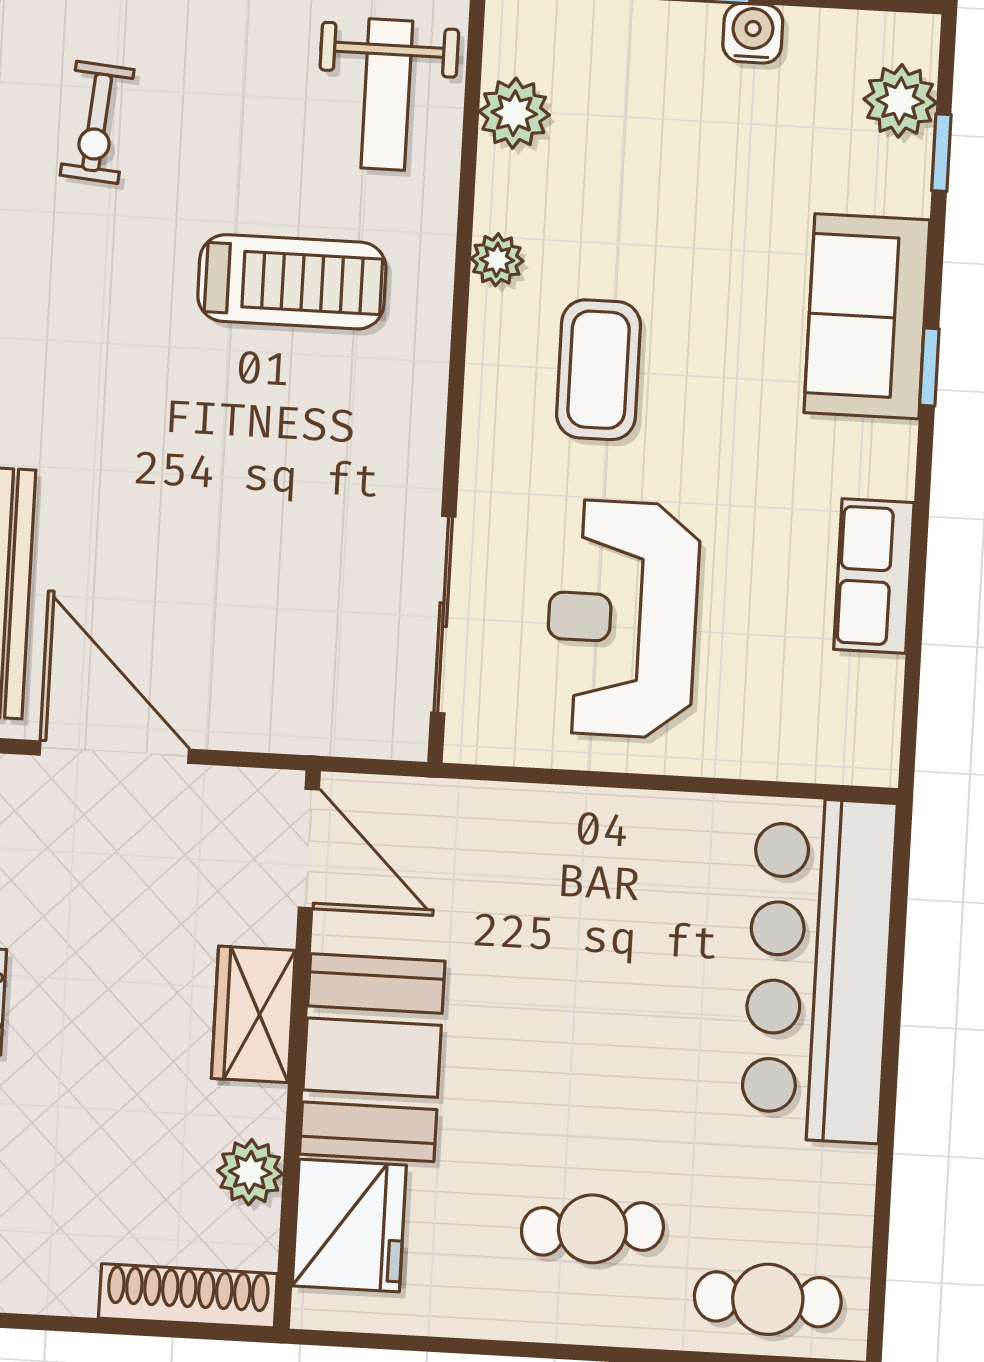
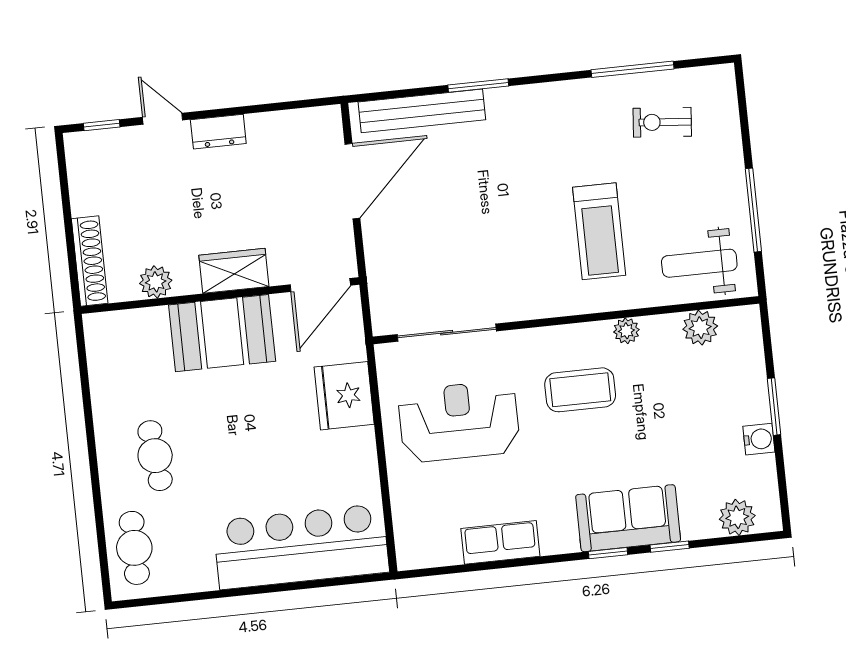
window: (941, 153) -> (670, 547), moved
fridge: (349, 1226) -> (344, 396), moved, turned 90

